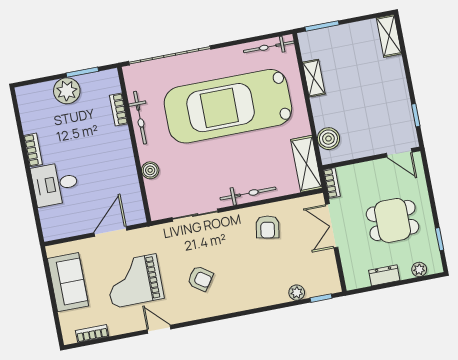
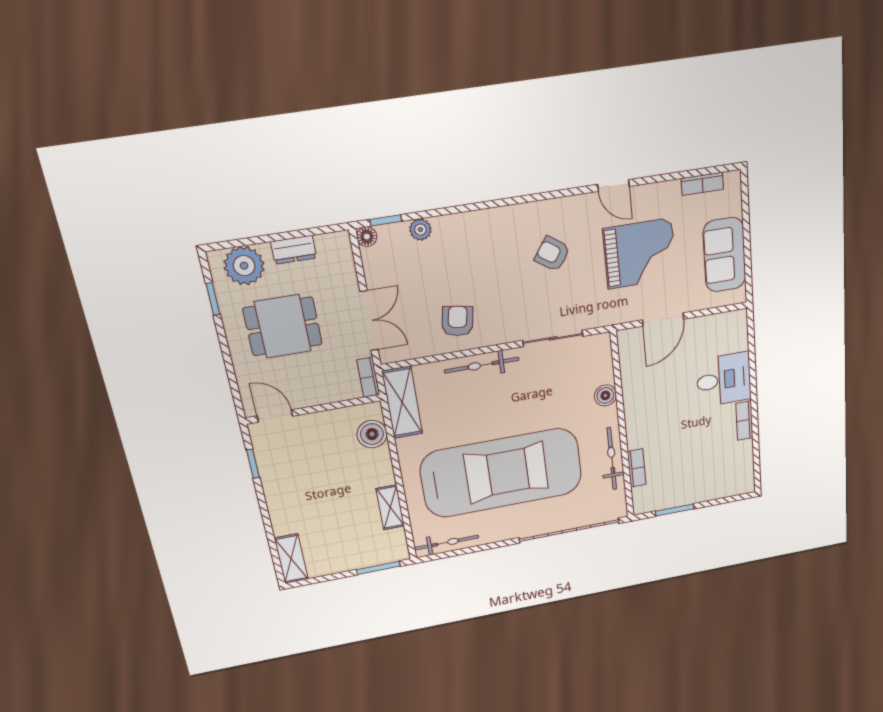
plant: (67, 91) -> (695, 489), removed
plant: (419, 269) -> (244, 266), width x1.87, depth x1.87
floor lamp: (334, 286) -> (367, 237), added

